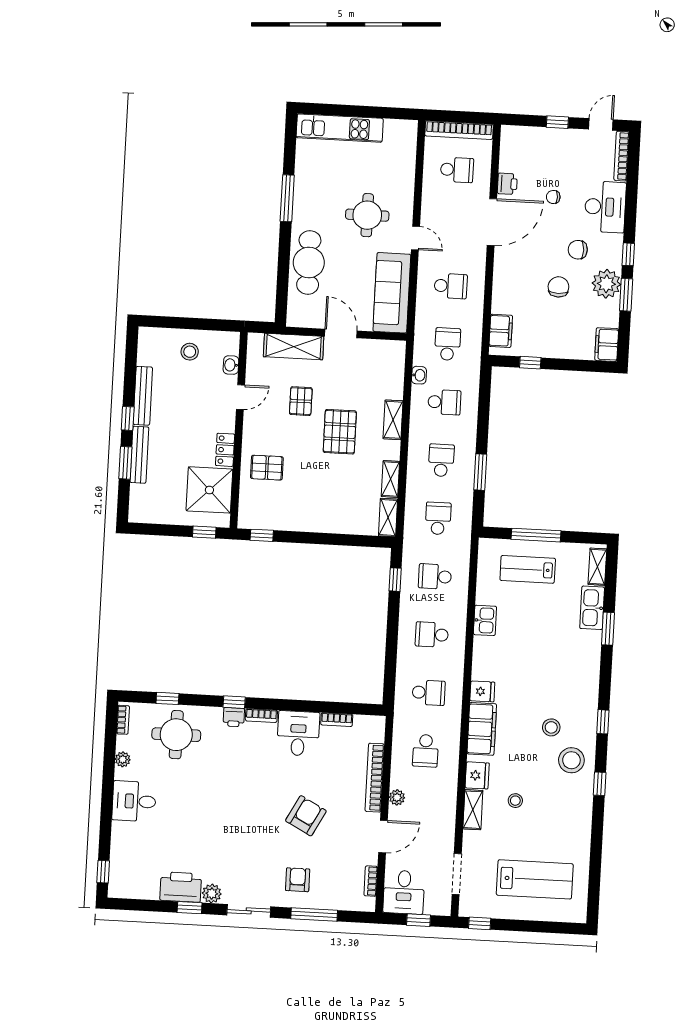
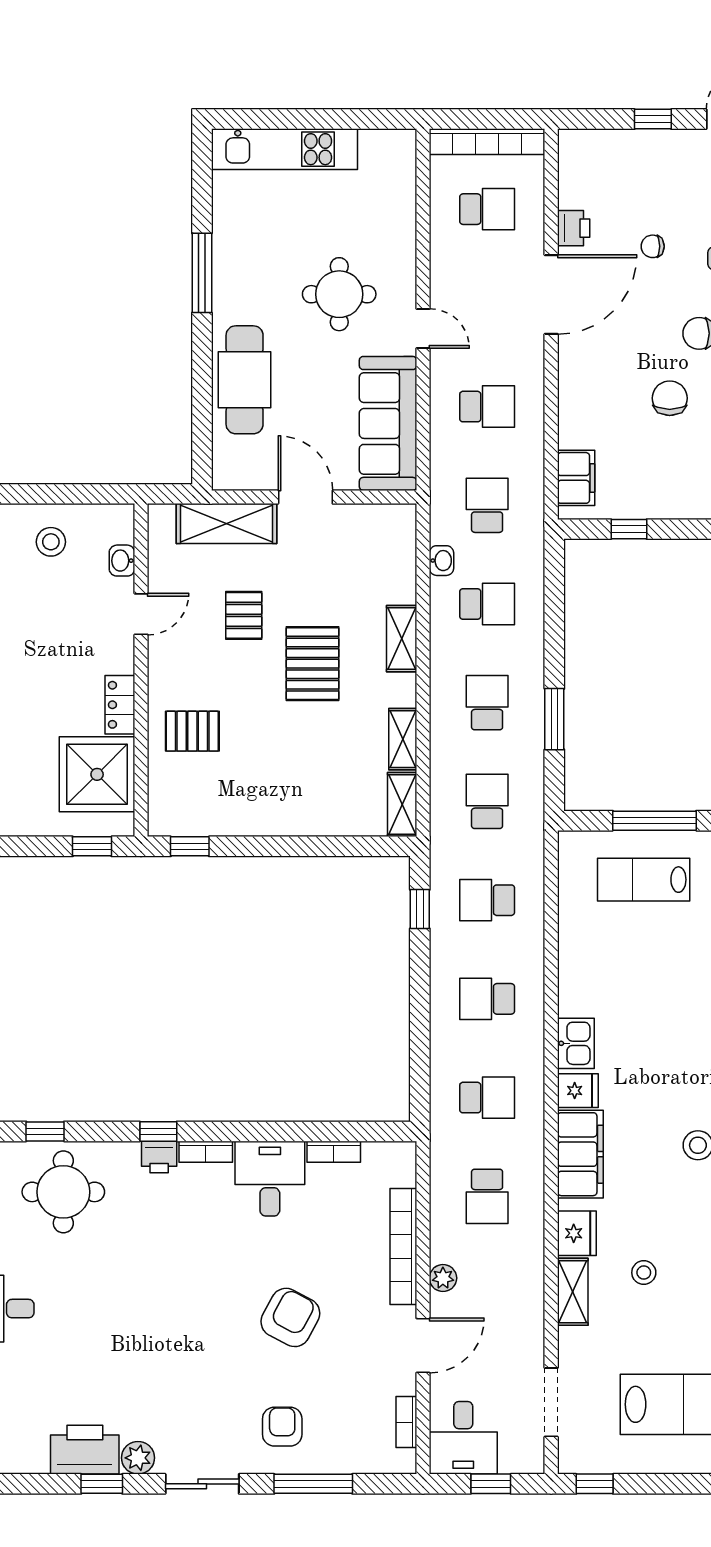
kitchen sink: (485, 620) -> (576, 1043), moved

